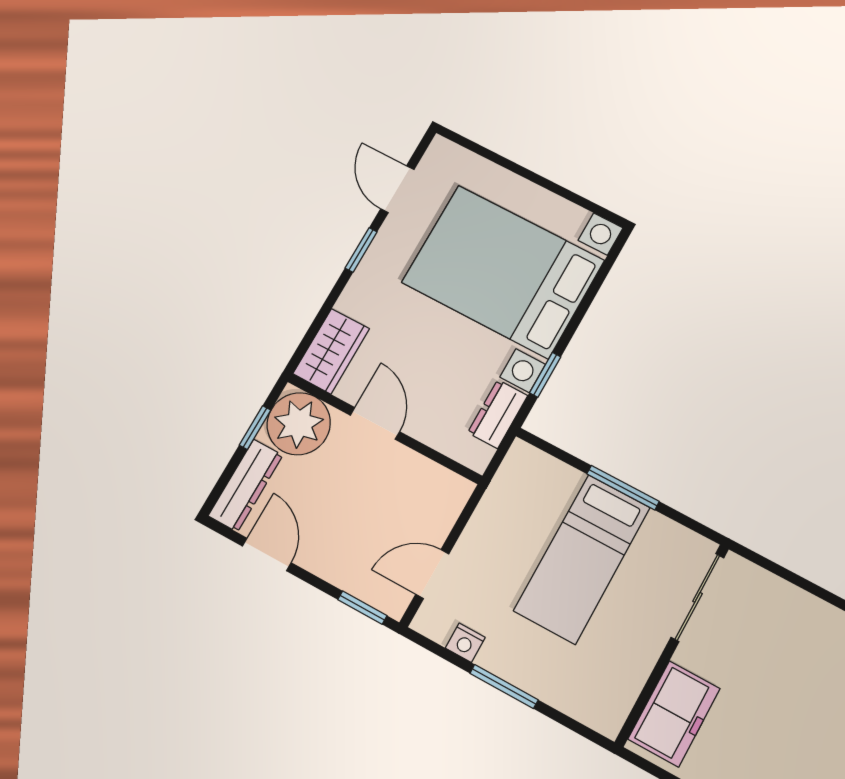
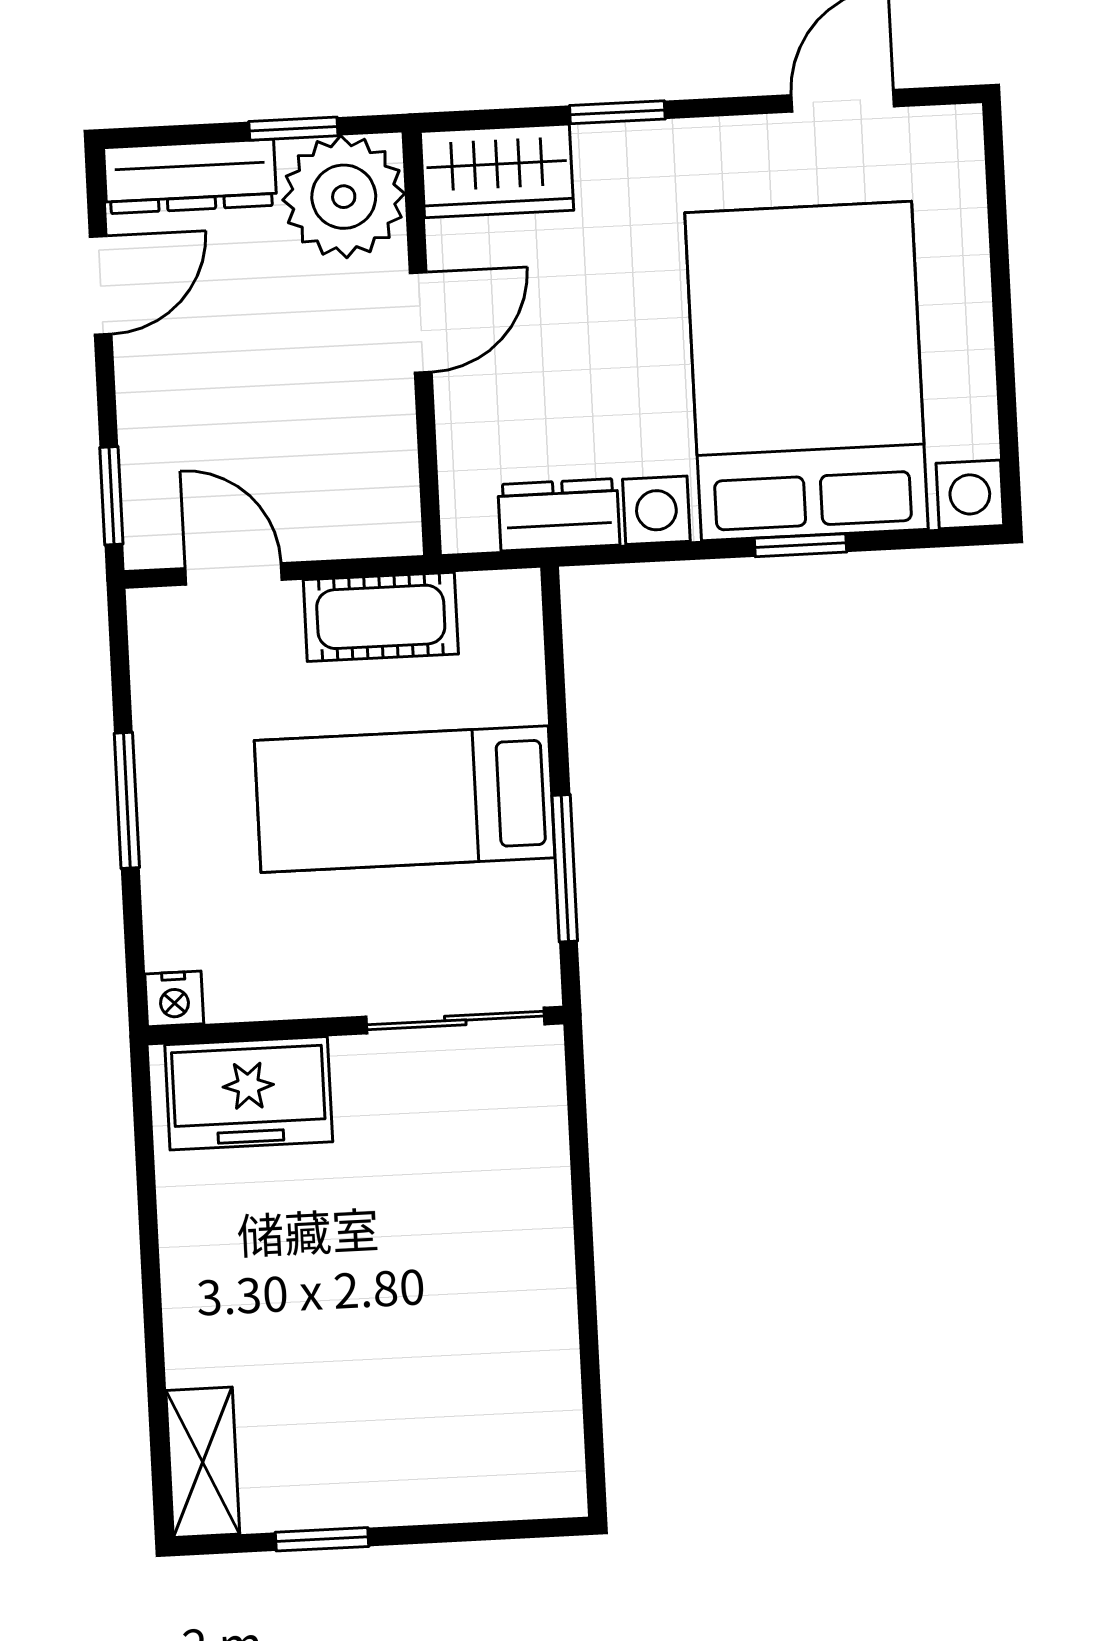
window: (361, 250) -> (617, 112), moved
window: (545, 375) -> (800, 545), moved
window: (623, 488) -> (565, 868), moved
cot: (493, 520) -> (381, 617), added
nightstand: (465, 643) -> (174, 999), moved, turned -90

